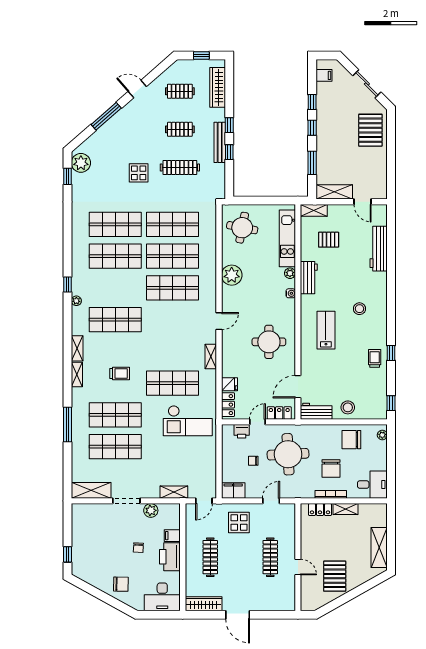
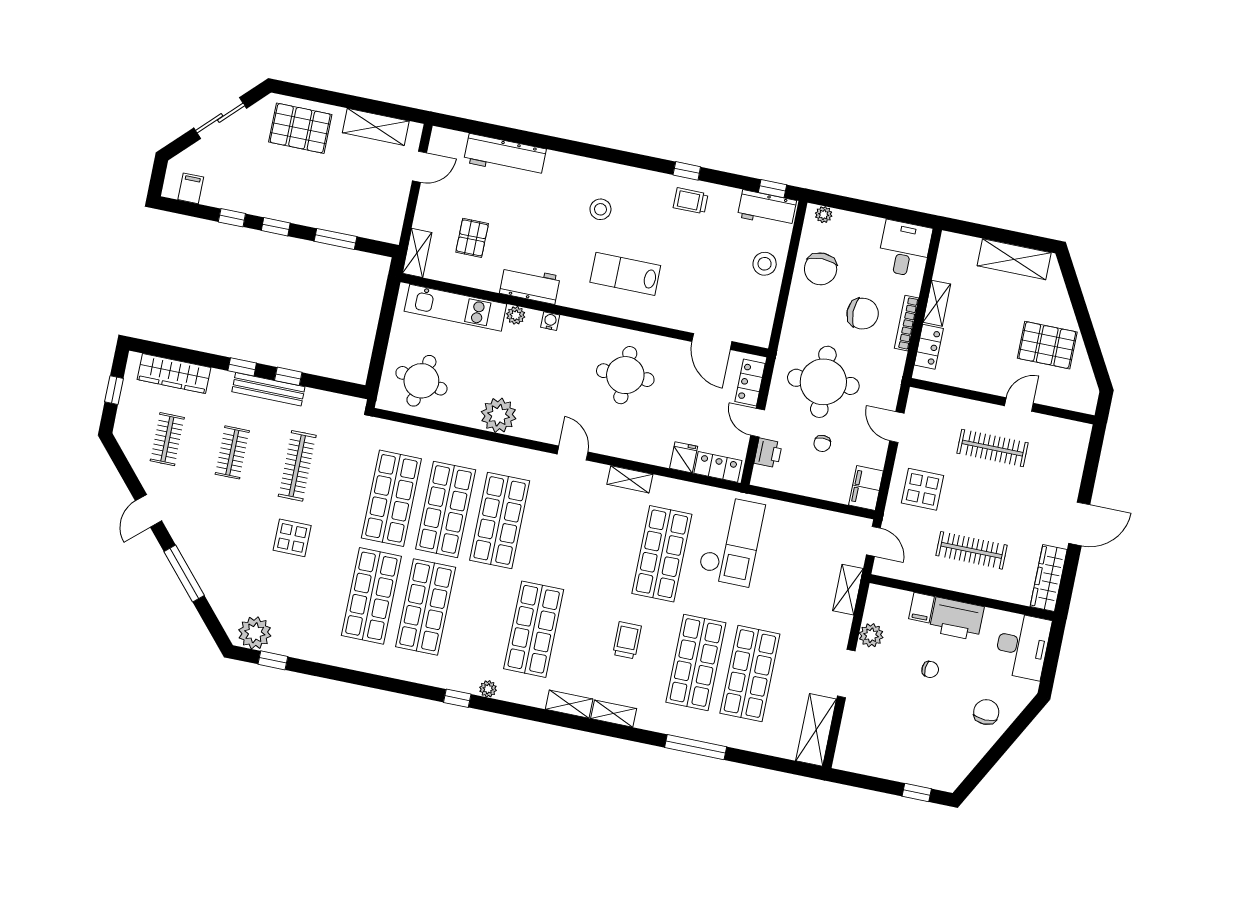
shelving: (334, 192) -> (376, 127), moved, turned 90
workbench: (316, 411) -> (767, 209), moved, turned -90

